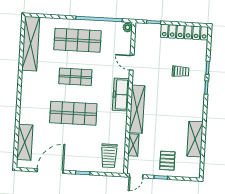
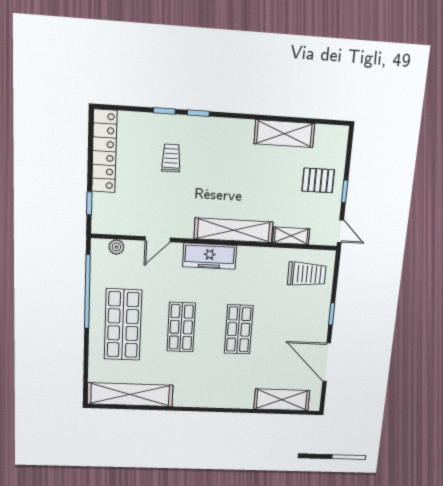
plant: (128, 27) -> (116, 247), moved
shop shelf: (73, 113) -> (239, 329), width x0.70, depth x0.74

